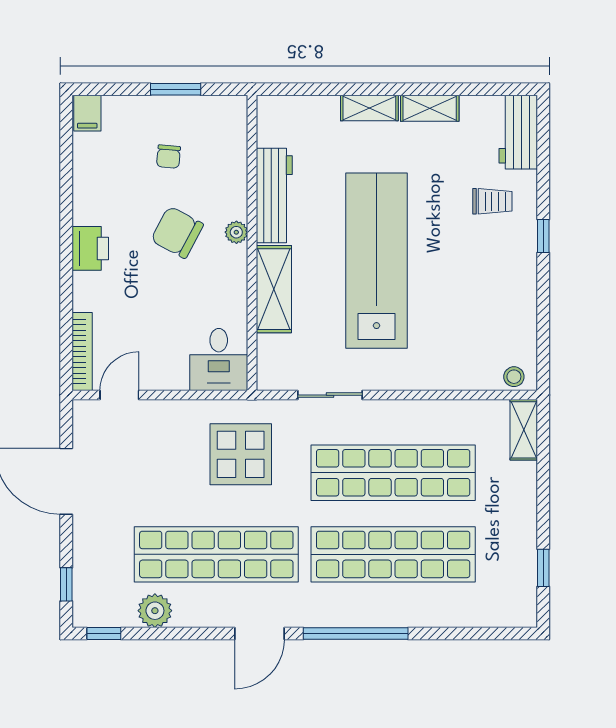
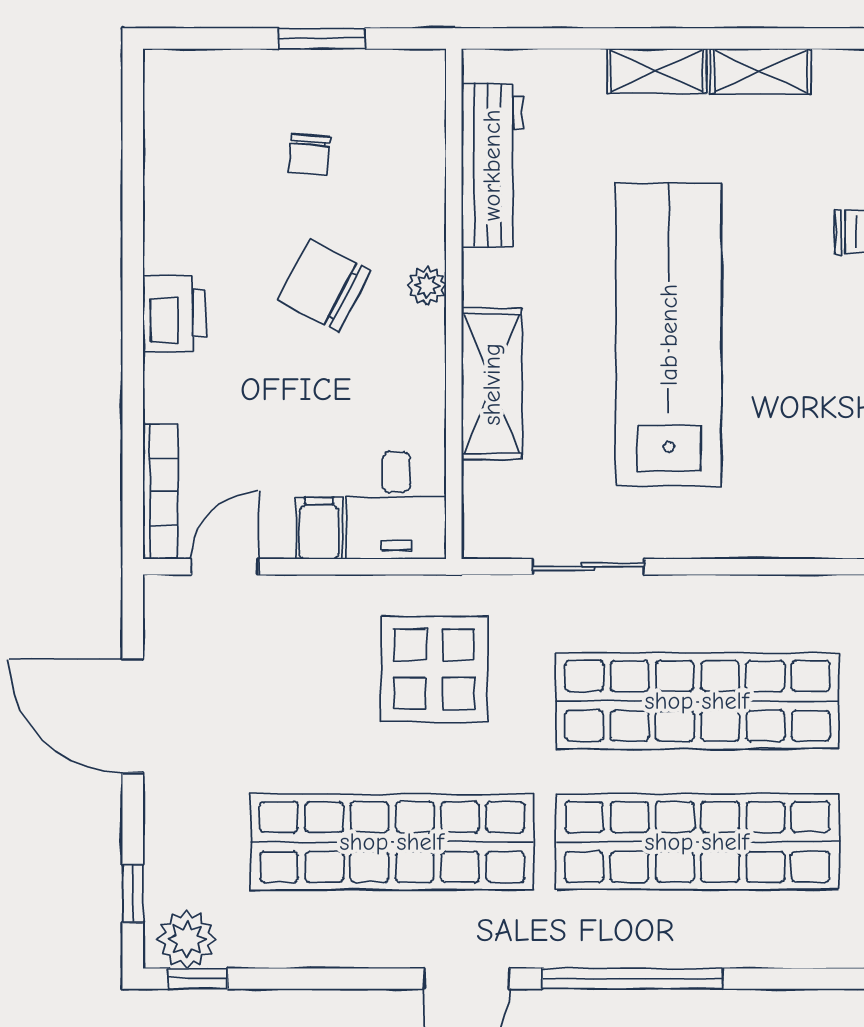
filing cabinet: (87, 113) -> (319, 528), moved, turned 180
workbench: (274, 196) -> (492, 165), moved
plant: (155, 611) -> (187, 939), moved

